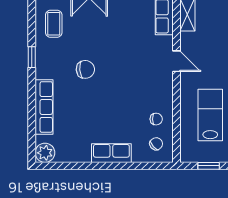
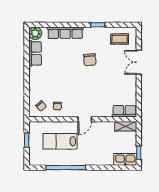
door: (176, 61) -> (85, 119), moved
lab bench: (210, 115) -> (60, 141), turned 180
row of seats: (111, 153) -> (35, 53), moved

